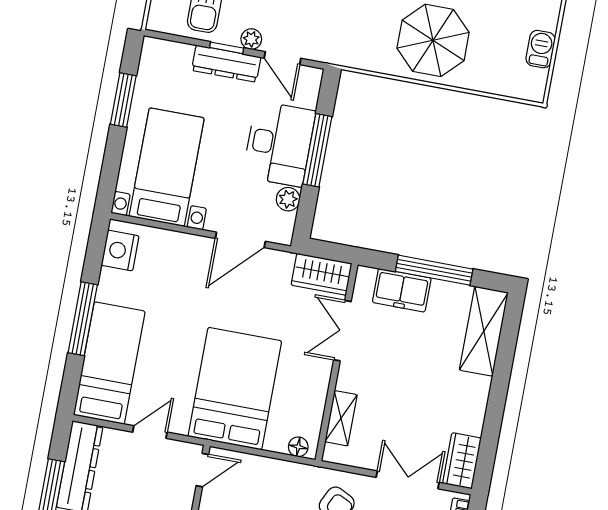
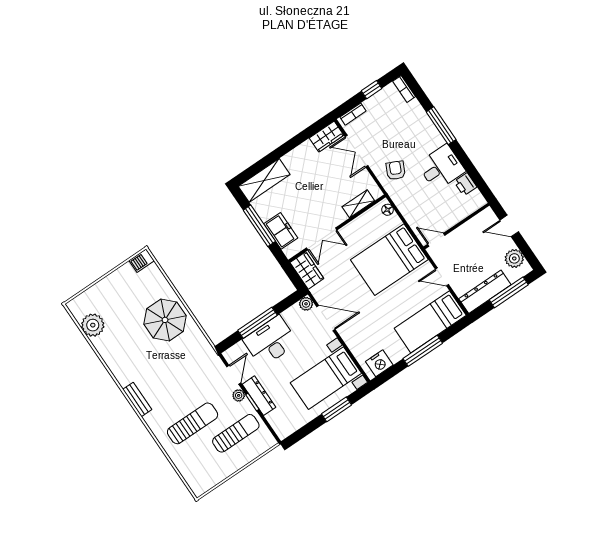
barbecue: (541, 49) -> (142, 261), moved
window: (123, 100) -> (337, 409), moved
plant: (288, 199) -> (306, 304), moved

